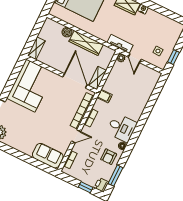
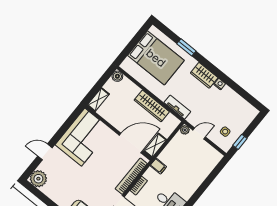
boiler: (67, 32) -> (117, 76), moved
tv unit: (120, 44) -> (177, 107), moved
door: (135, 58) -> (199, 134), swing flipped
door: (75, 81) -> (131, 143), hinge flipped

